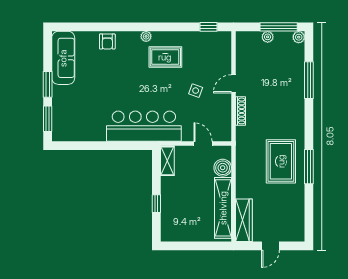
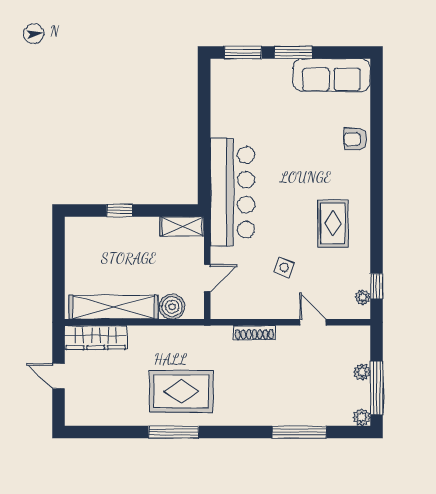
plant: (146, 36) -> (363, 297), moved
door: (233, 84) -> (313, 322), moved

